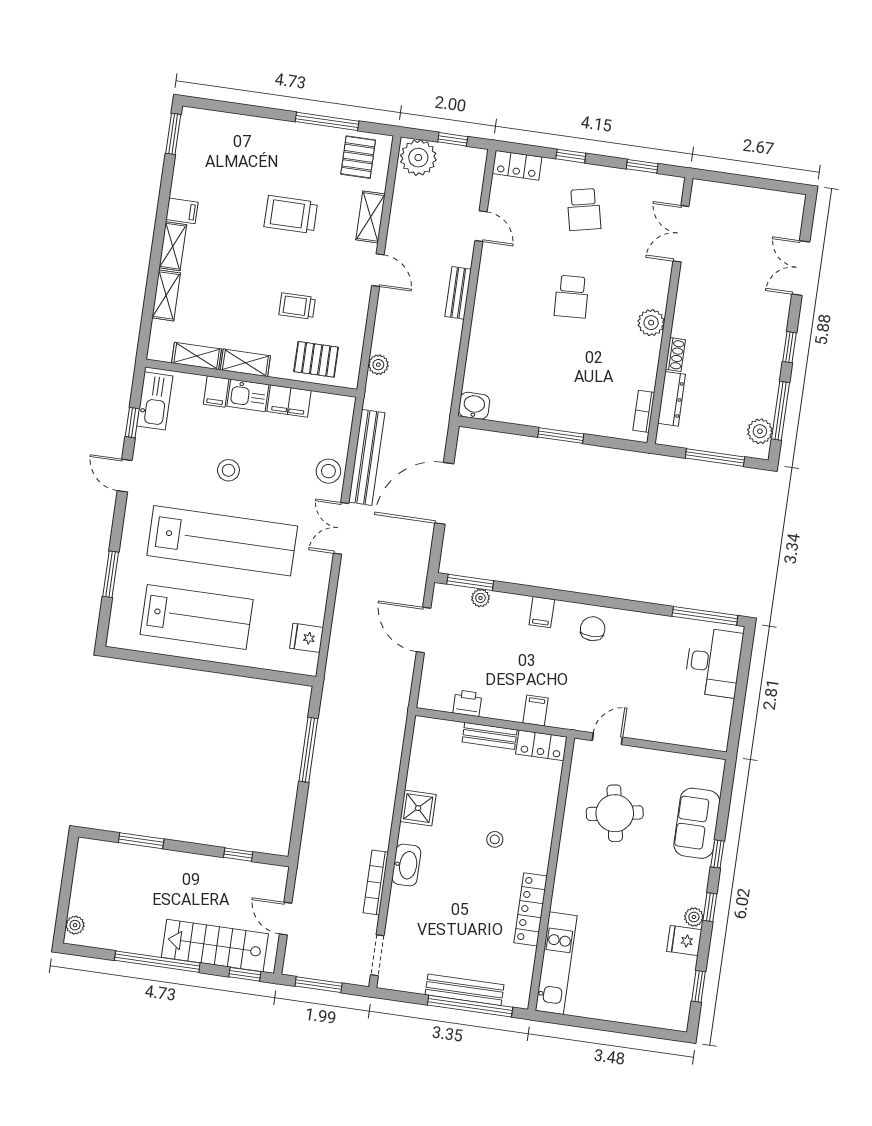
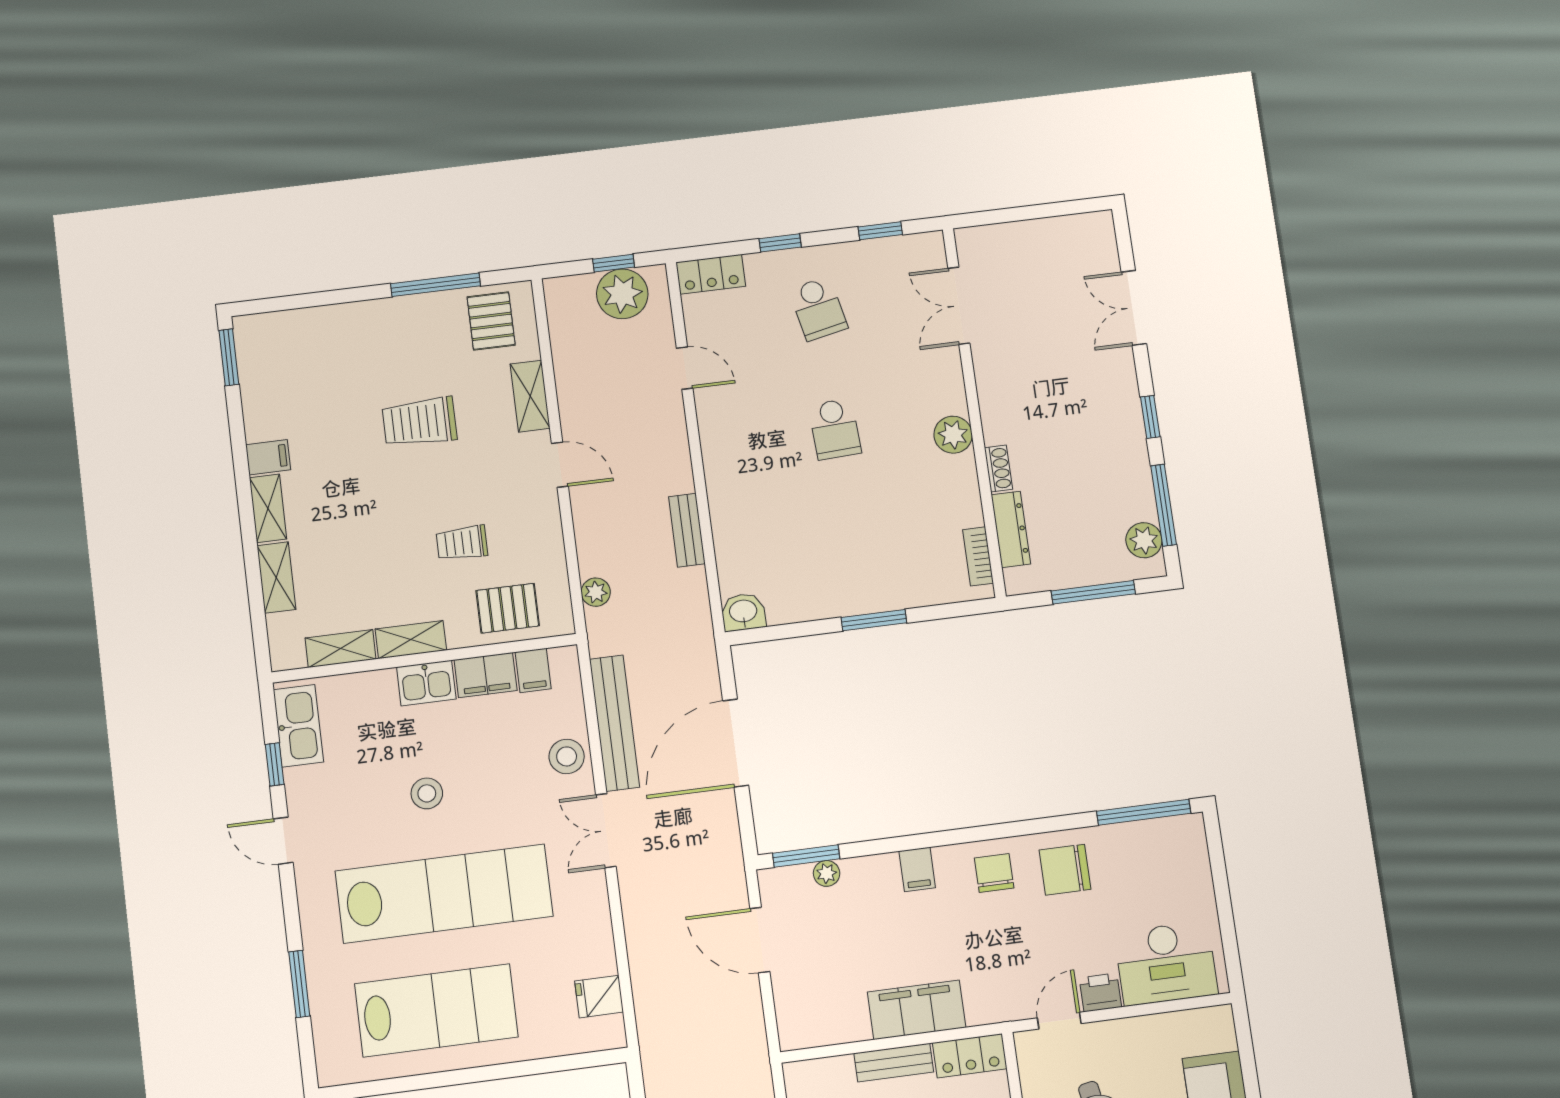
plant: (418, 158) -> (622, 294), moved
bench: (458, 293) -> (687, 530), moved
filing cabinet: (216, 391) -> (533, 670), moved
chair: (641, 640) -> (1065, 870), added
desk: (714, 662) -> (1166, 963), moved, turned 90
printer: (467, 703) -> (1100, 992), moved
filing cabinet: (536, 711) -> (917, 1010), width x3.00, depth x1.17

